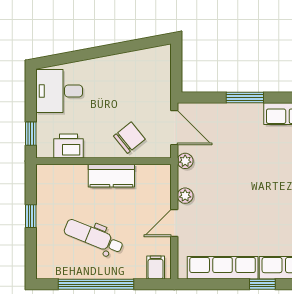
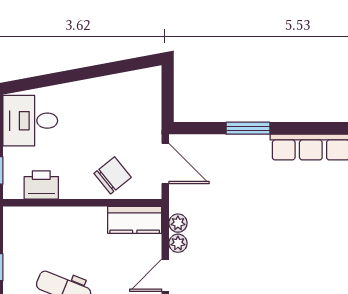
plant: (185, 161) -> (178, 223), moved
kitchen counter: (111, 176) -> (135, 220), moved

